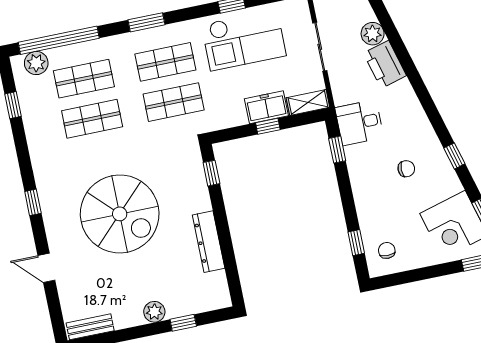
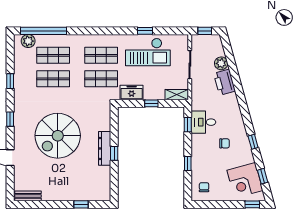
window: (146, 22) -> (95, 31), removed
window: (13, 105) -> (10, 81), moved
freezer: (266, 107) -> (132, 93), moved
desk: (359, 123) -> (203, 122), moved
window: (211, 173) -> (114, 153), moved
spiral stairs: (120, 214) -> (58, 136), turned 90
dresser: (209, 242) -> (105, 148), moved
window: (356, 243) -> (188, 164), moved
plant: (154, 312) -> (66, 195), removed

